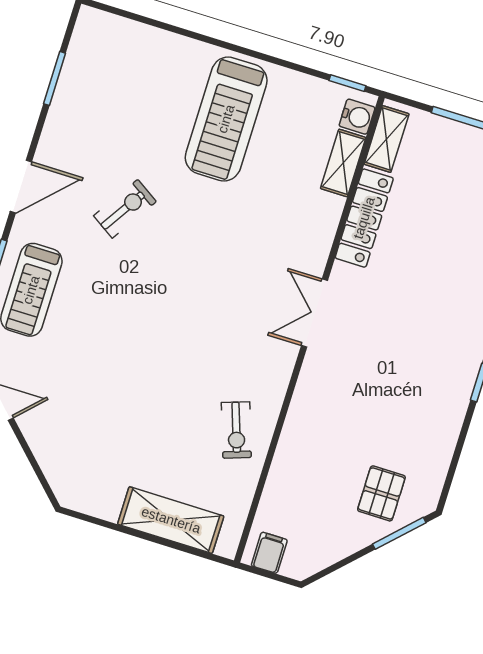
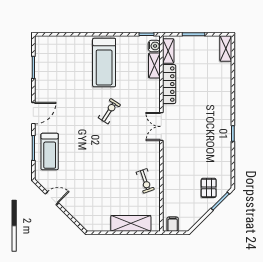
exercise bike: (125, 209) -> (109, 111), moved

